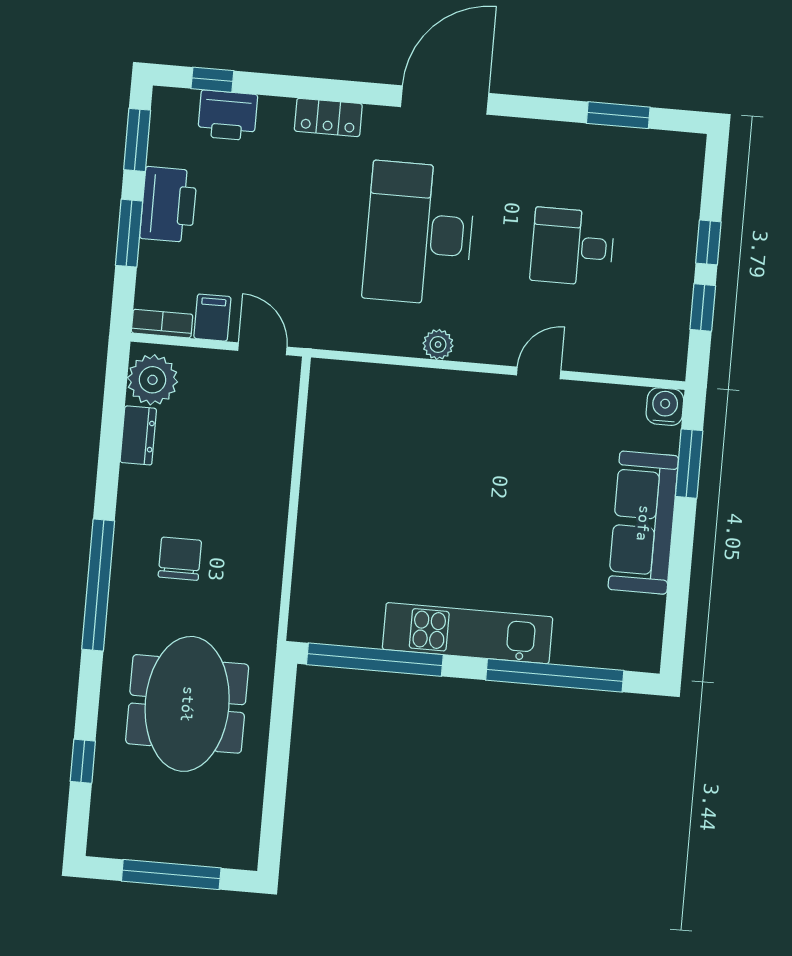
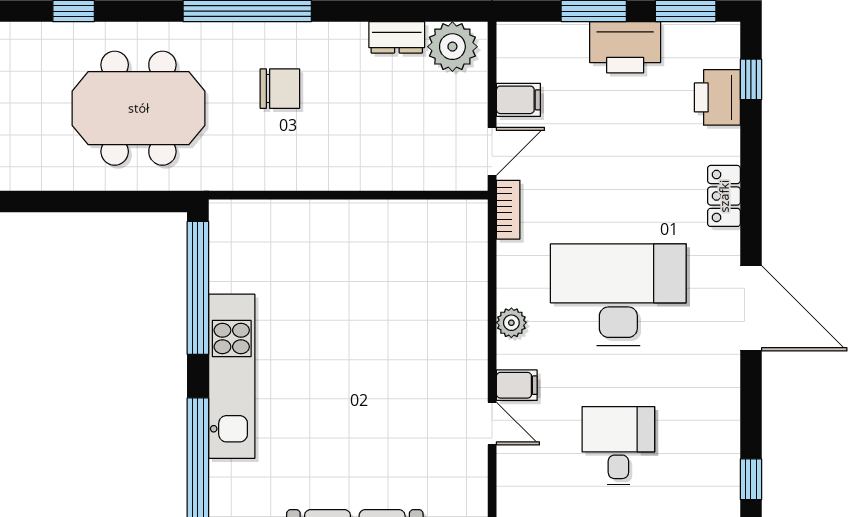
window: (618, 115) -> (751, 479), width x0.67
bookcase: (162, 324) -> (508, 210), moved
filing cabinet: (502, 345) -> (517, 385), added

